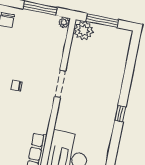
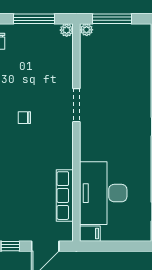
plant: (84, 31) -> (87, 30), width x0.53, depth x0.53

